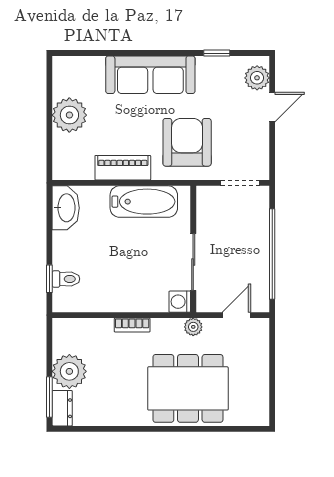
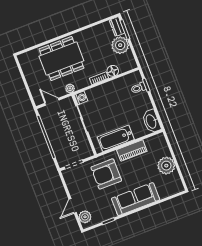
armchair: (187, 142) -> (106, 174), turned 90
door: (236, 315) -> (52, 102), swing flipped
floor lamp: (101, 329) -> (113, 71), added

